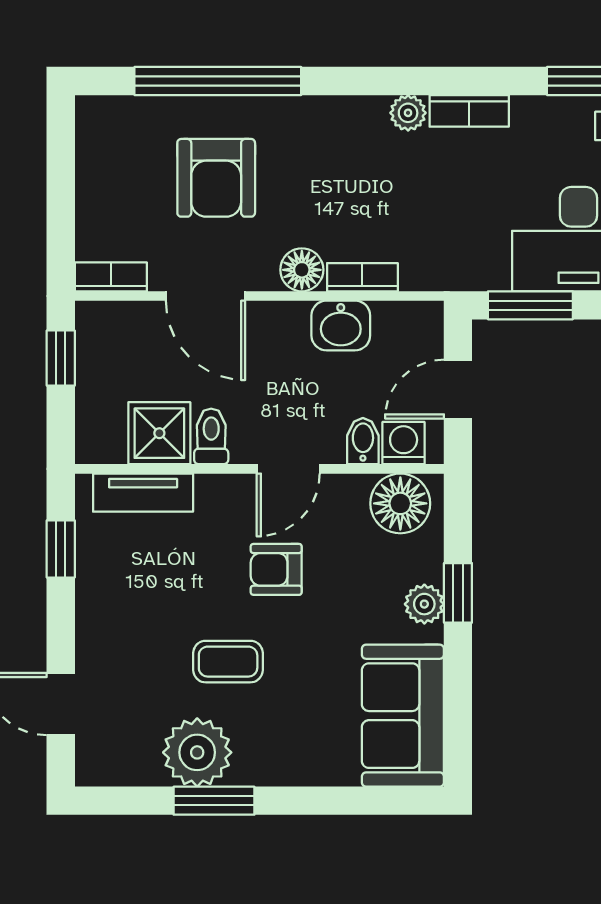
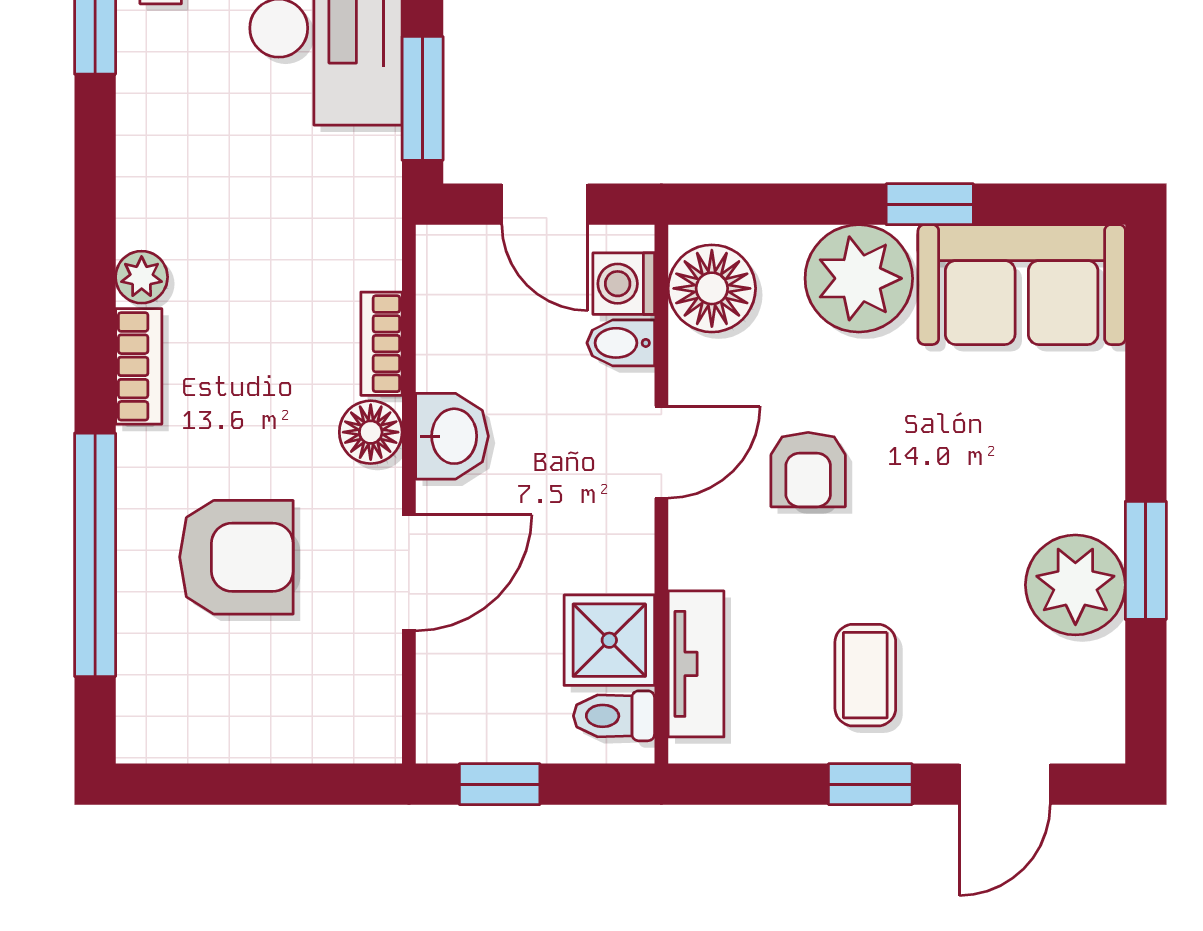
bookcase: (469, 111) -> (139, 366), moved
bookcase: (111, 277) -> (381, 711), removed
washbasin: (341, 325) -> (452, 436), moved
toilet: (211, 436) -> (614, 716), moved
door: (288, 469) -> (661, 452), hinge flipped
window: (61, 549) -> (870, 784), moved
window: (458, 593) -> (930, 204), moved
plant: (424, 604) -> (859, 278), width x1.88, depth x1.88
coffee table: (228, 662) -> (865, 675), moved

